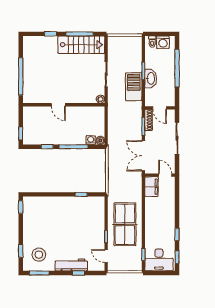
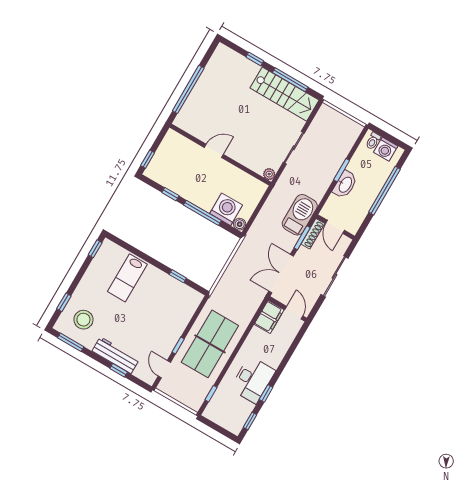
barbecue: (134, 87) -> (300, 215), moved
door: (58, 105) -> (214, 151), swing flipped
washing machine: (91, 140) -> (226, 209), width x1.89, depth x1.89
lab bench: (51, 213) -> (127, 278), added
desk: (159, 260) -> (253, 380), moved, turned -90

